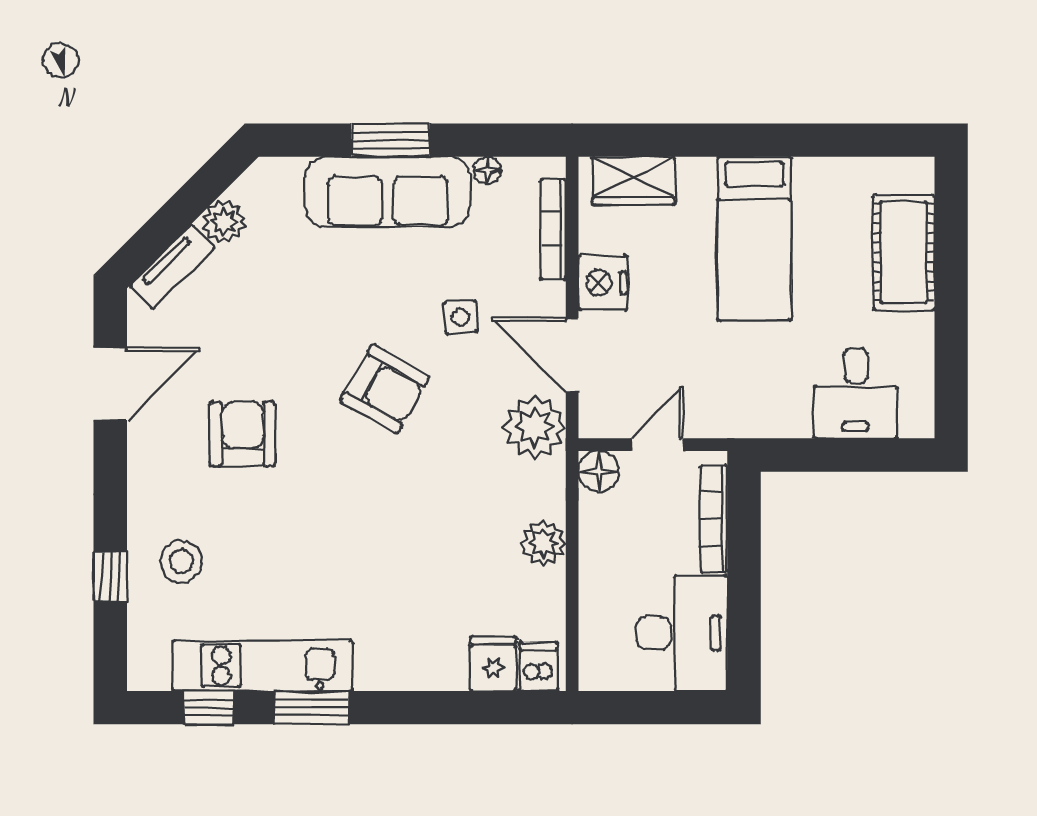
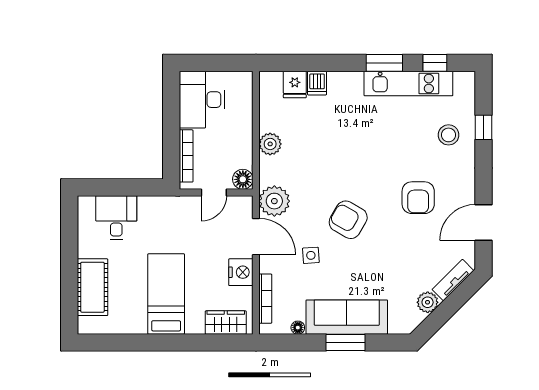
dishwasher: (538, 667) -> (317, 83), moved

